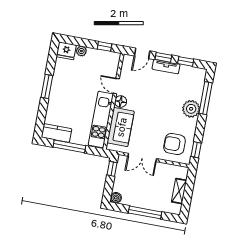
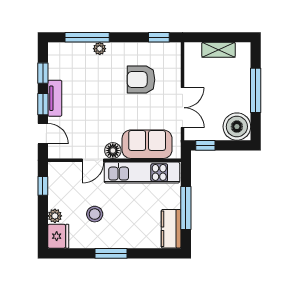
stool: (77, 80) -> (95, 214), added
plant: (191, 109) -> (100, 49), width x0.53, depth x0.53
armchair: (175, 144) -> (141, 80), moved, turned 90
boiler: (116, 198) -> (237, 127), width x1.86, depth x1.86

